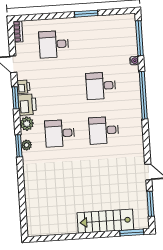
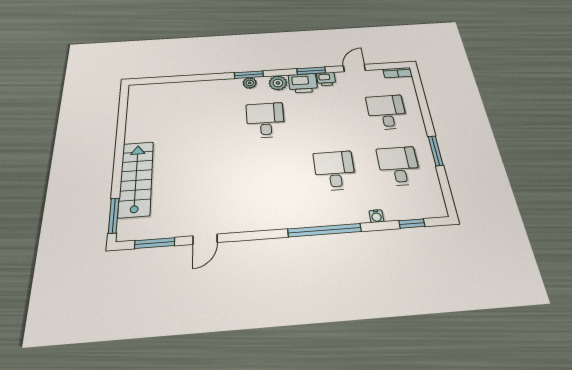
window: (139, 38) -> (412, 224), width x0.46
desk: (104, 130) -> (399, 166), moved

